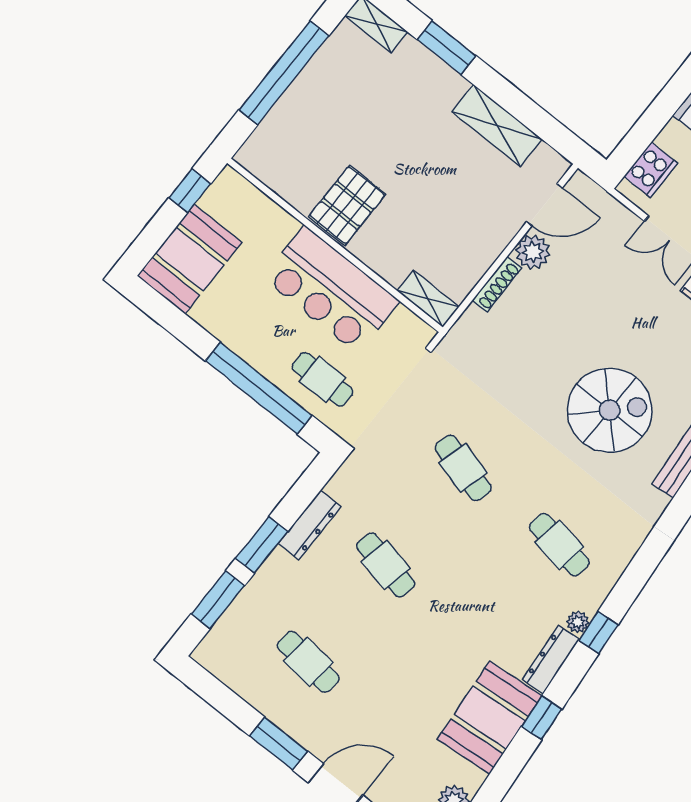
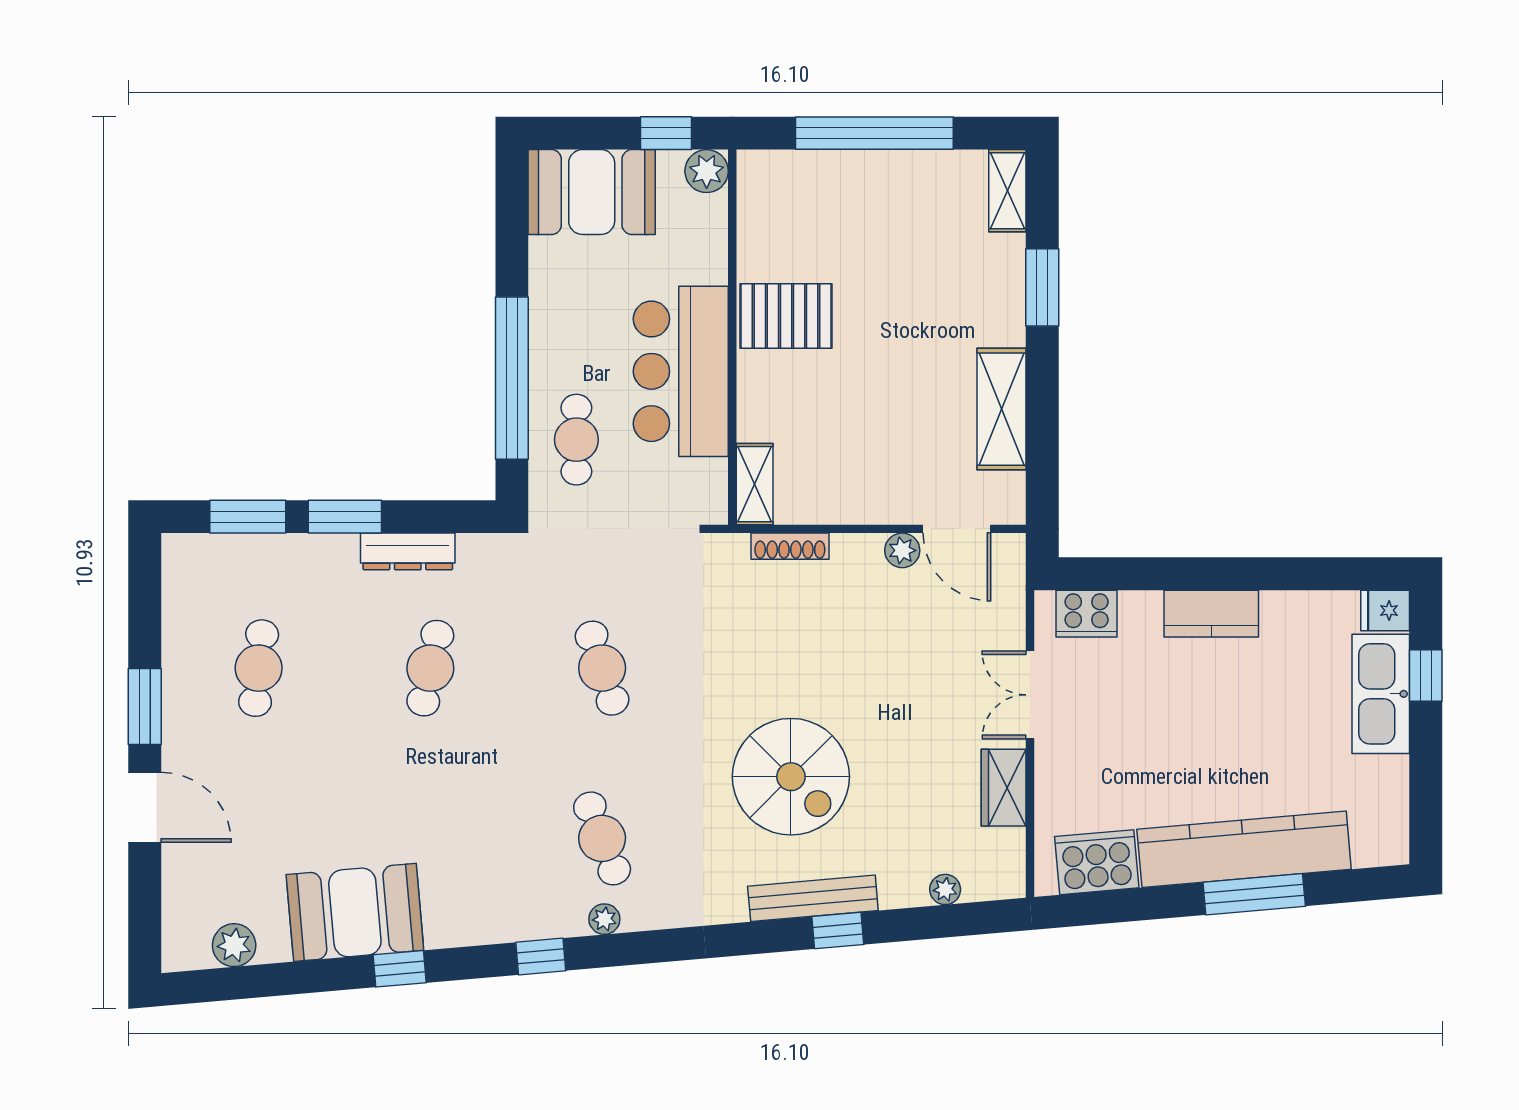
plant: (229, 185) -> (707, 171), added
plant: (533, 252) -> (902, 550), width x0.73, depth x0.73
shoe rack: (497, 284) -> (790, 546), moved
cafe table: (463, 468) -> (602, 668), turned -33
cafe table: (559, 545) -> (602, 838), turned -30
plant: (578, 622) -> (604, 919), moved
dresser: (551, 660) -> (470, 928), removed

